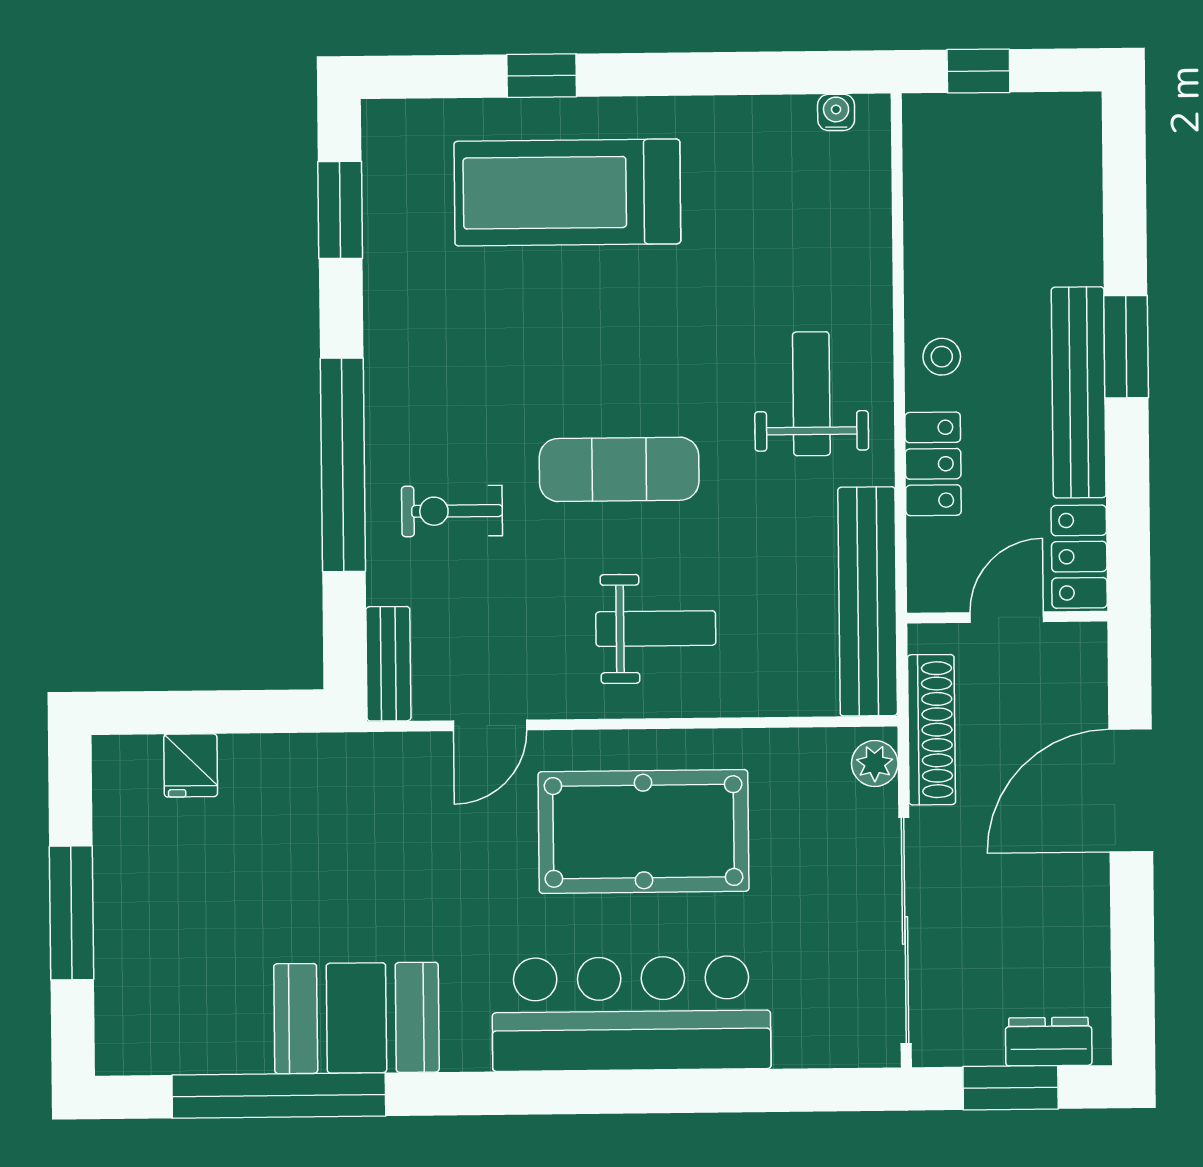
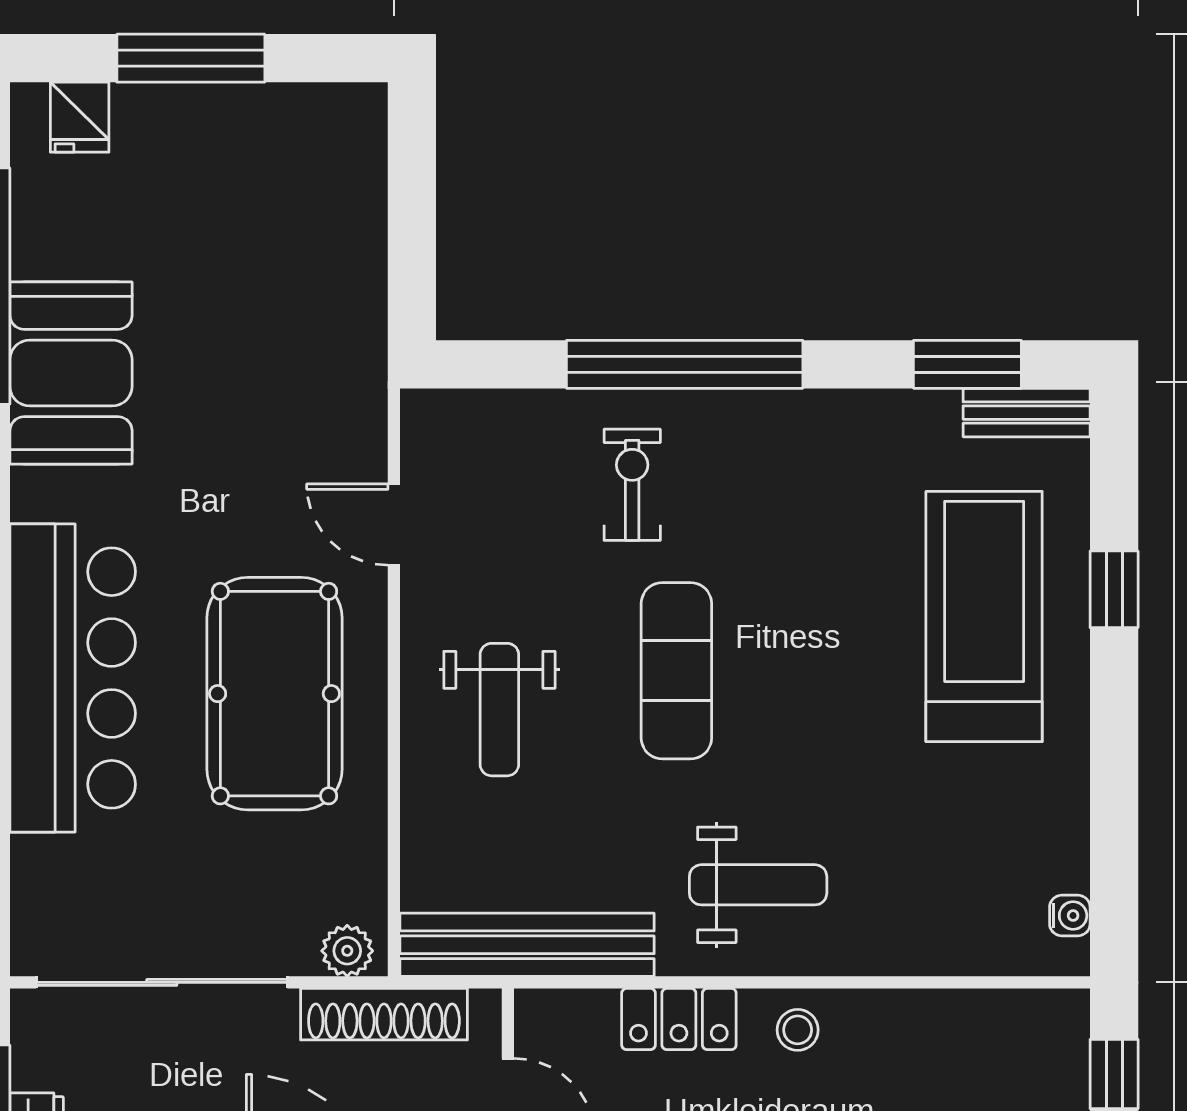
bench: (388, 664) -> (1027, 413), moved
fridge: (191, 765) -> (80, 117), moved, turned -90

